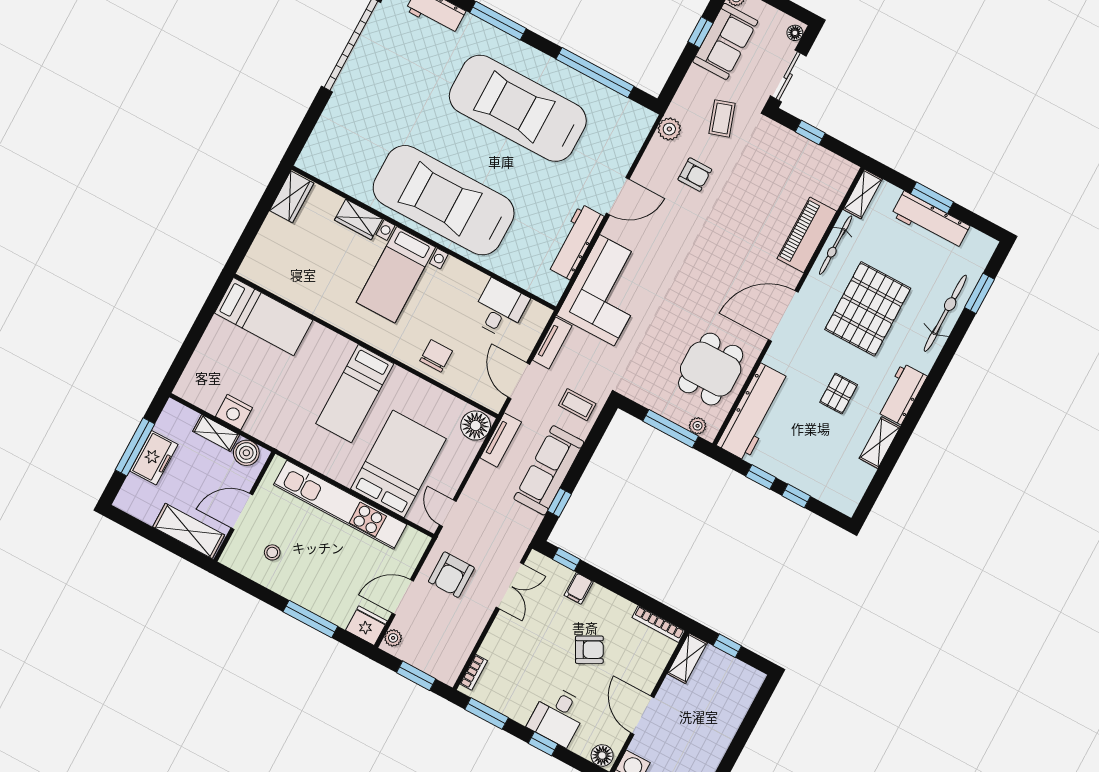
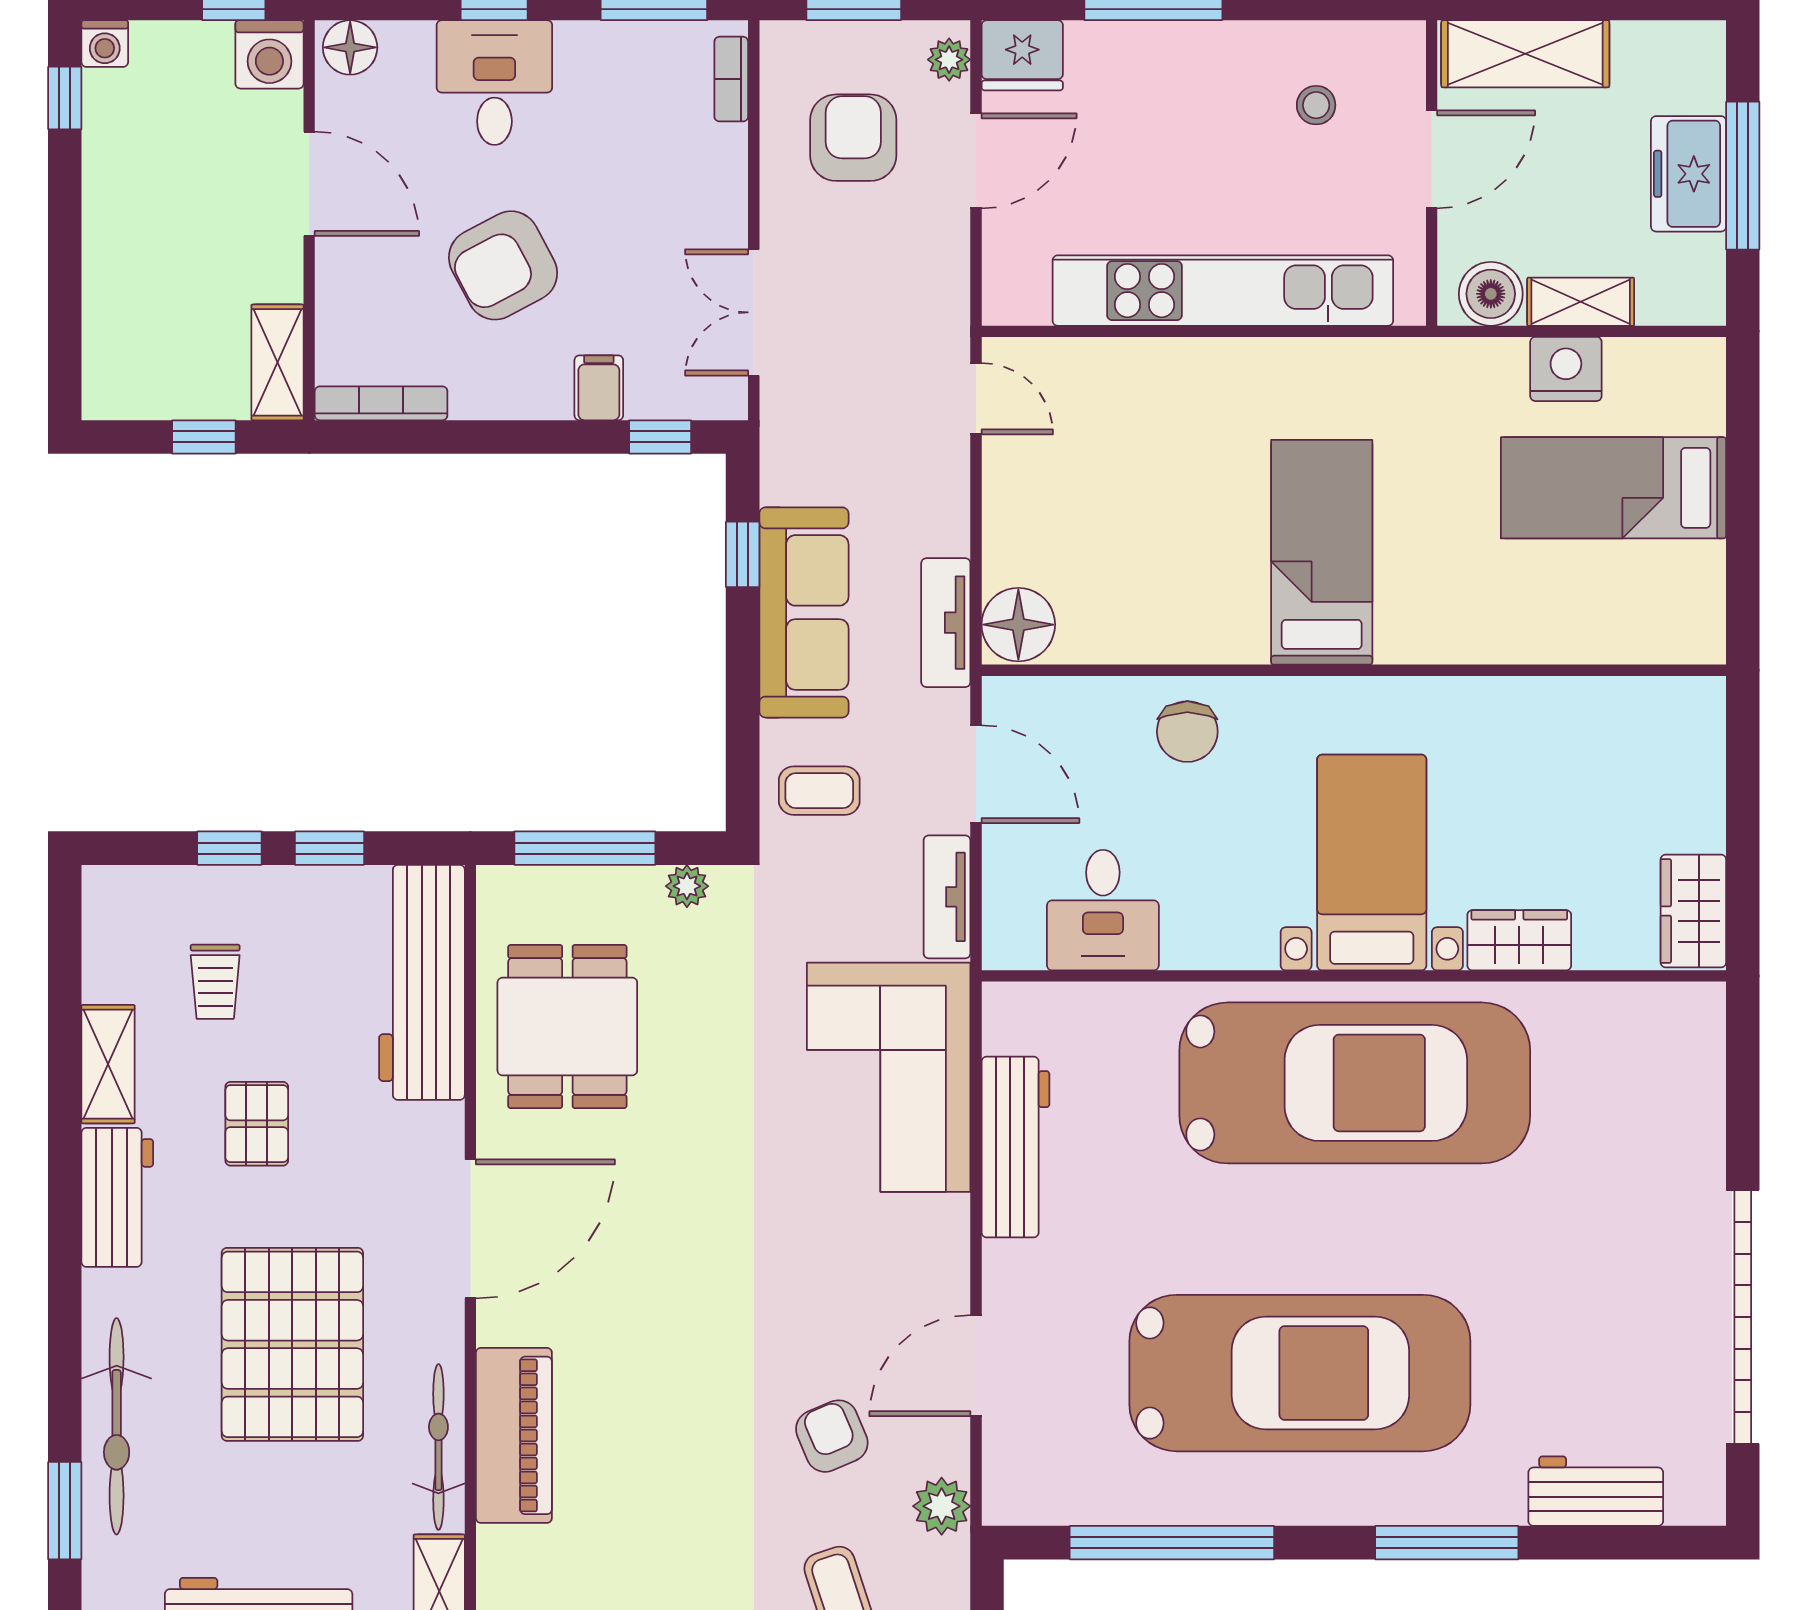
armchair: (695, 175) -> (832, 1436), turned 67
door: (618, 196) -> (976, 1366), moved
bed: (264, 317) -> (1613, 488), moved
plant: (698, 426) -> (687, 886), moved
trolley: (826, 451) -> (215, 982), added
bed: (398, 464) -> (1143, 449), removed
armchair: (451, 575) -> (853, 138), moved
armchair: (589, 650) -> (503, 265), width x1.38, depth x1.38

